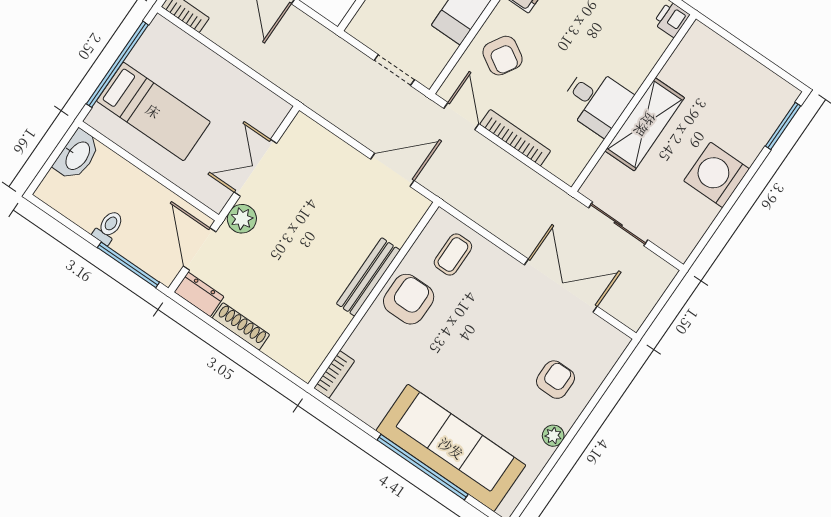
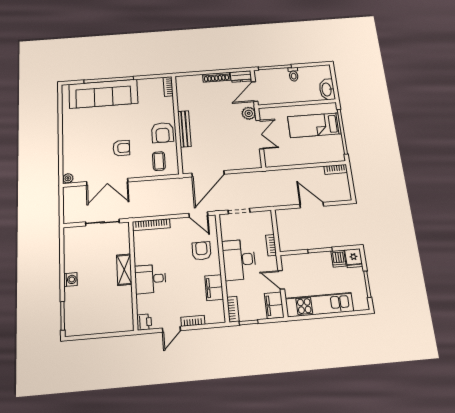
armchair: (503, 56) -> (202, 251), turned 59
desk: (596, 101) -> (150, 279), moved
shelving: (645, 124) -> (124, 270), width x0.67, depth x0.75
bookcase: (515, 138) -> (151, 225), moved
door: (392, 170) -> (208, 174), width x1.36
washing machine: (717, 175) -> (70, 280), width x0.53, depth x0.53
door: (200, 249) -> (255, 92), swing flipped
armchair: (555, 380) -> (121, 148), moved, turned -90
plant: (553, 436) -> (68, 178), moved

